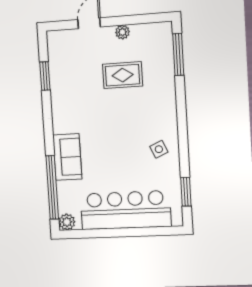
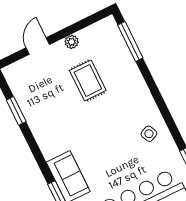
rug: (123, 75) -> (88, 80), turned 90

